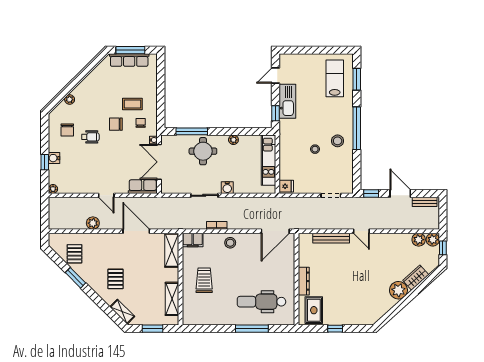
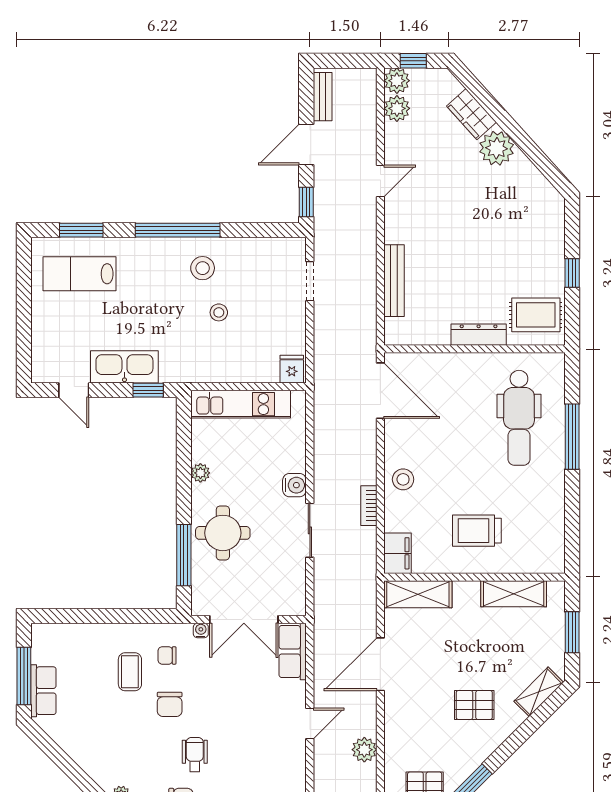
row of seats: (129, 60) -> (43, 691), width x0.68
door: (361, 231) -> (380, 181), moved

